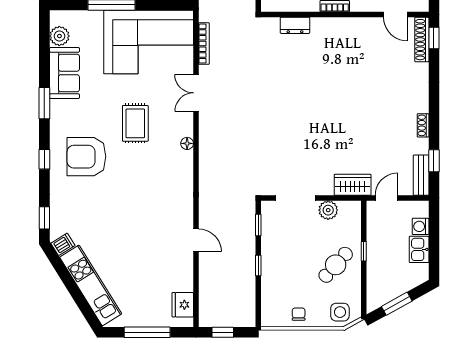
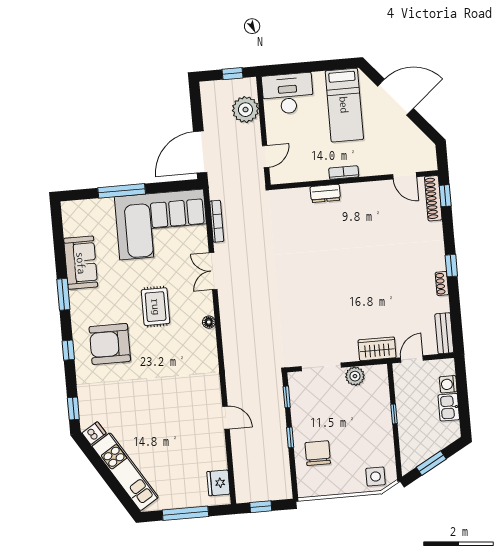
dresser: (295, 25) -> (325, 193), moved
plant: (59, 36) -> (72, 226), removed
window: (434, 161) -> (451, 266), moved
cafe table: (336, 265) -> (367, 430), removed
chair: (299, 314) -> (318, 453), moved, width x1.87, depth x1.87

